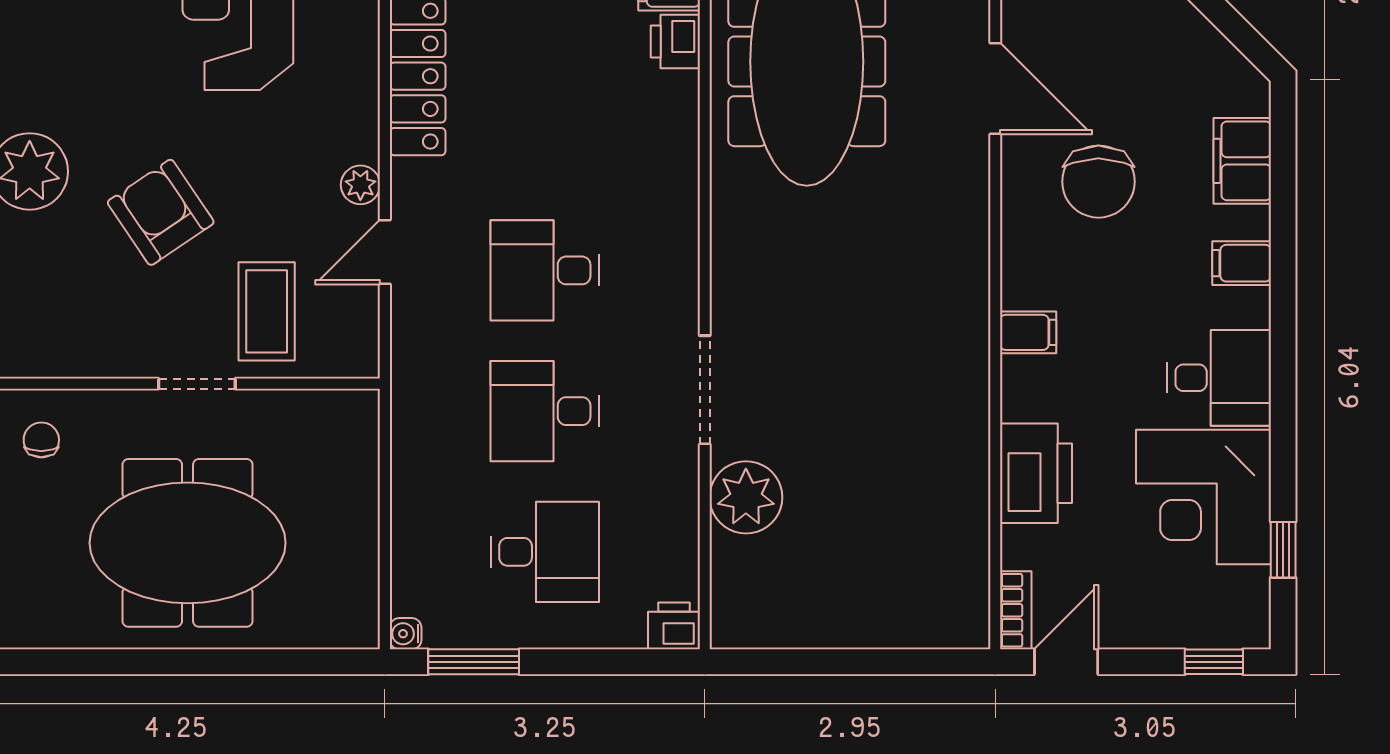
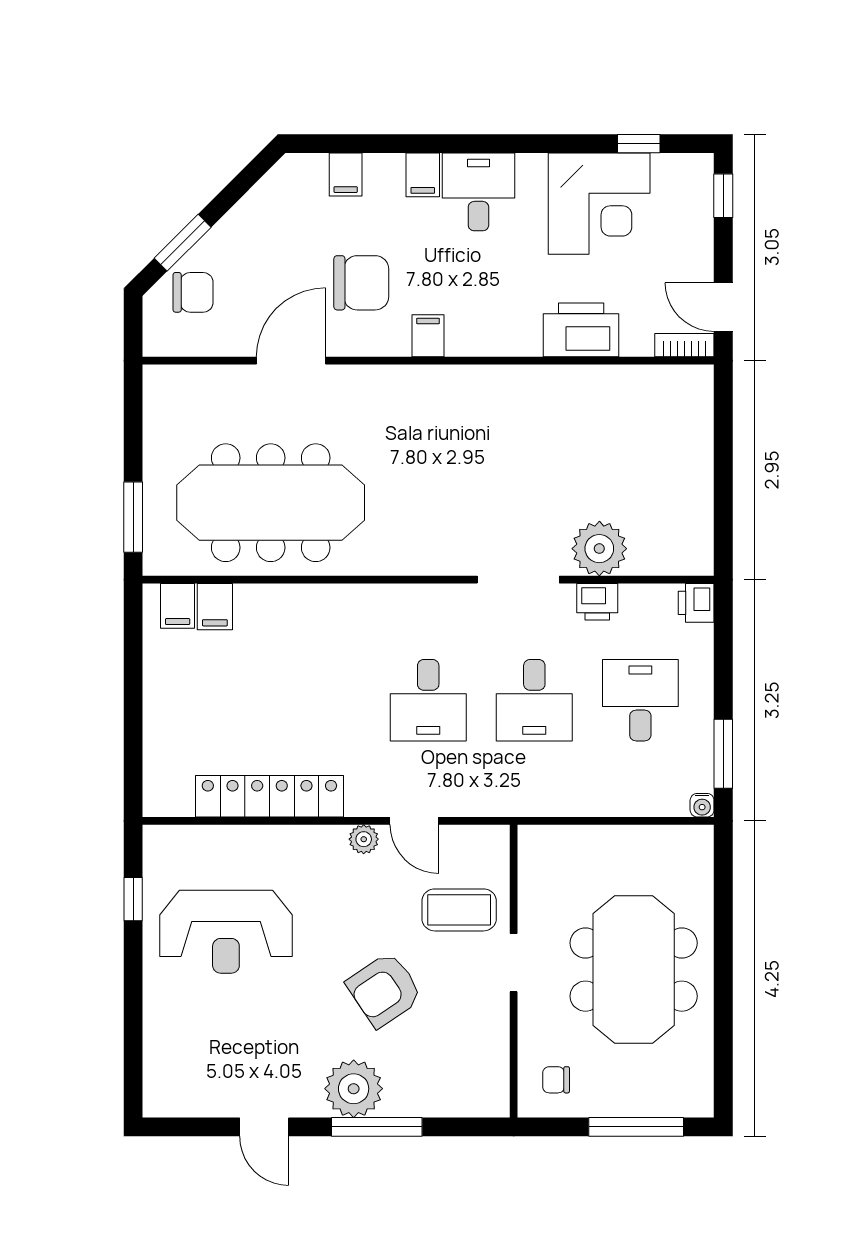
printer: (675, 41) -> (597, 602), moved
filing cabinet: (1242, 161) -> (346, 174), width x0.50
filing cabinet: (1028, 332) -> (428, 336), moved
desk: (1219, 378) -> (478, 192), moved

